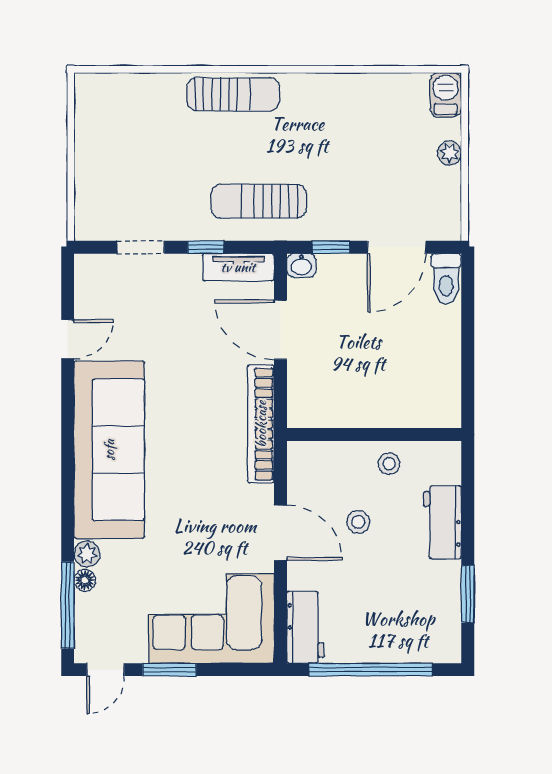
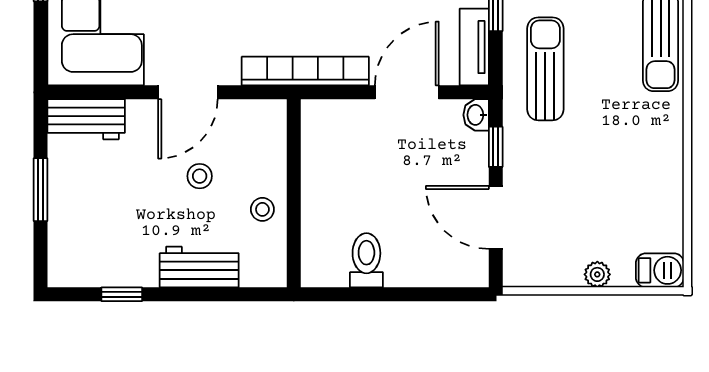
toilet: (446, 279) -> (366, 260), moved, turned 90
window: (468, 594) -> (122, 294), width x0.67
window: (371, 670) -> (40, 190), width x0.47

